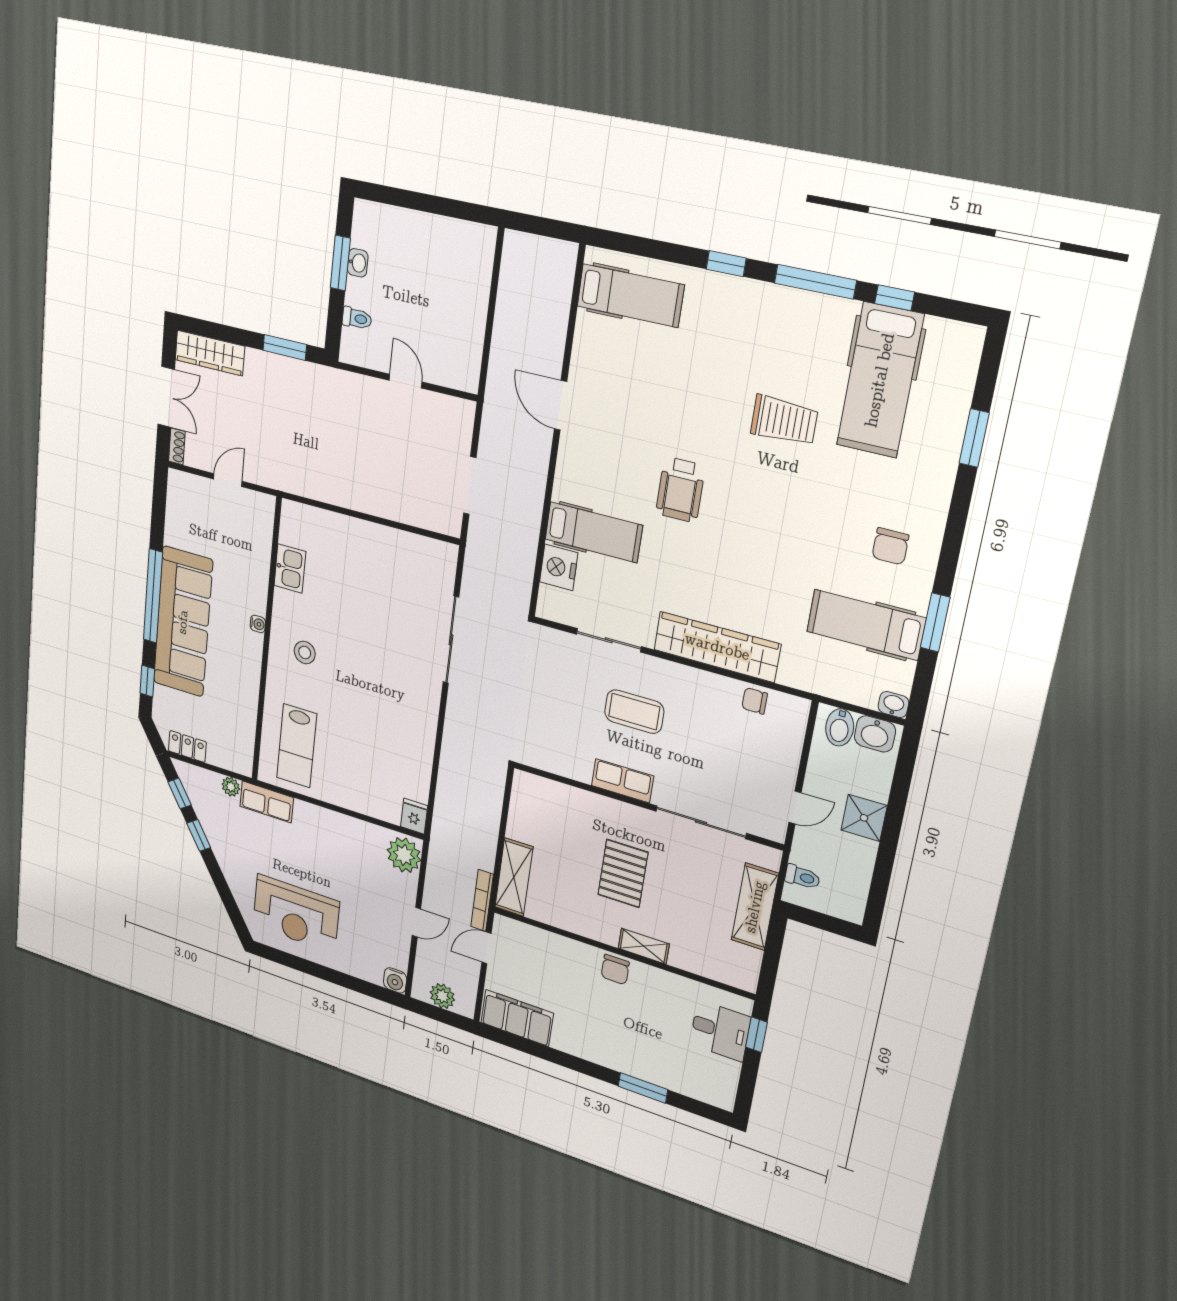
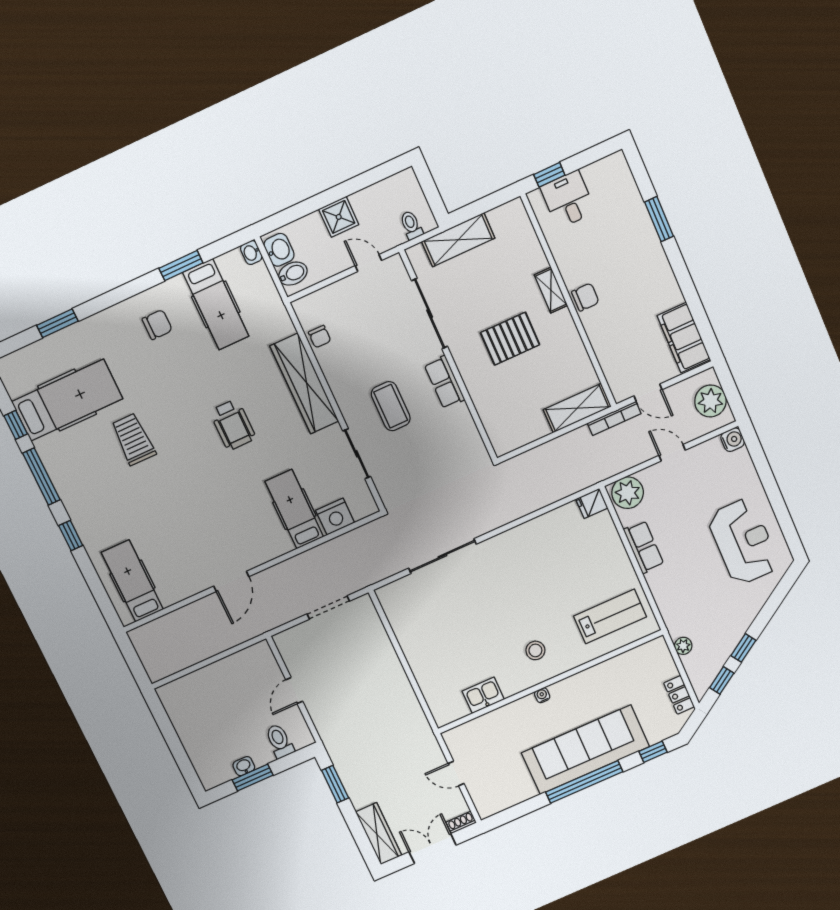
toilet: (357, 318) -> (280, 741), width x1.37, depth x1.39
wheelchair: (680, 490) -> (233, 425), moved, turned 90
row of seats: (267, 802) -> (644, 547), moved
plant: (442, 996) -> (710, 401), width x1.36, depth x1.36

